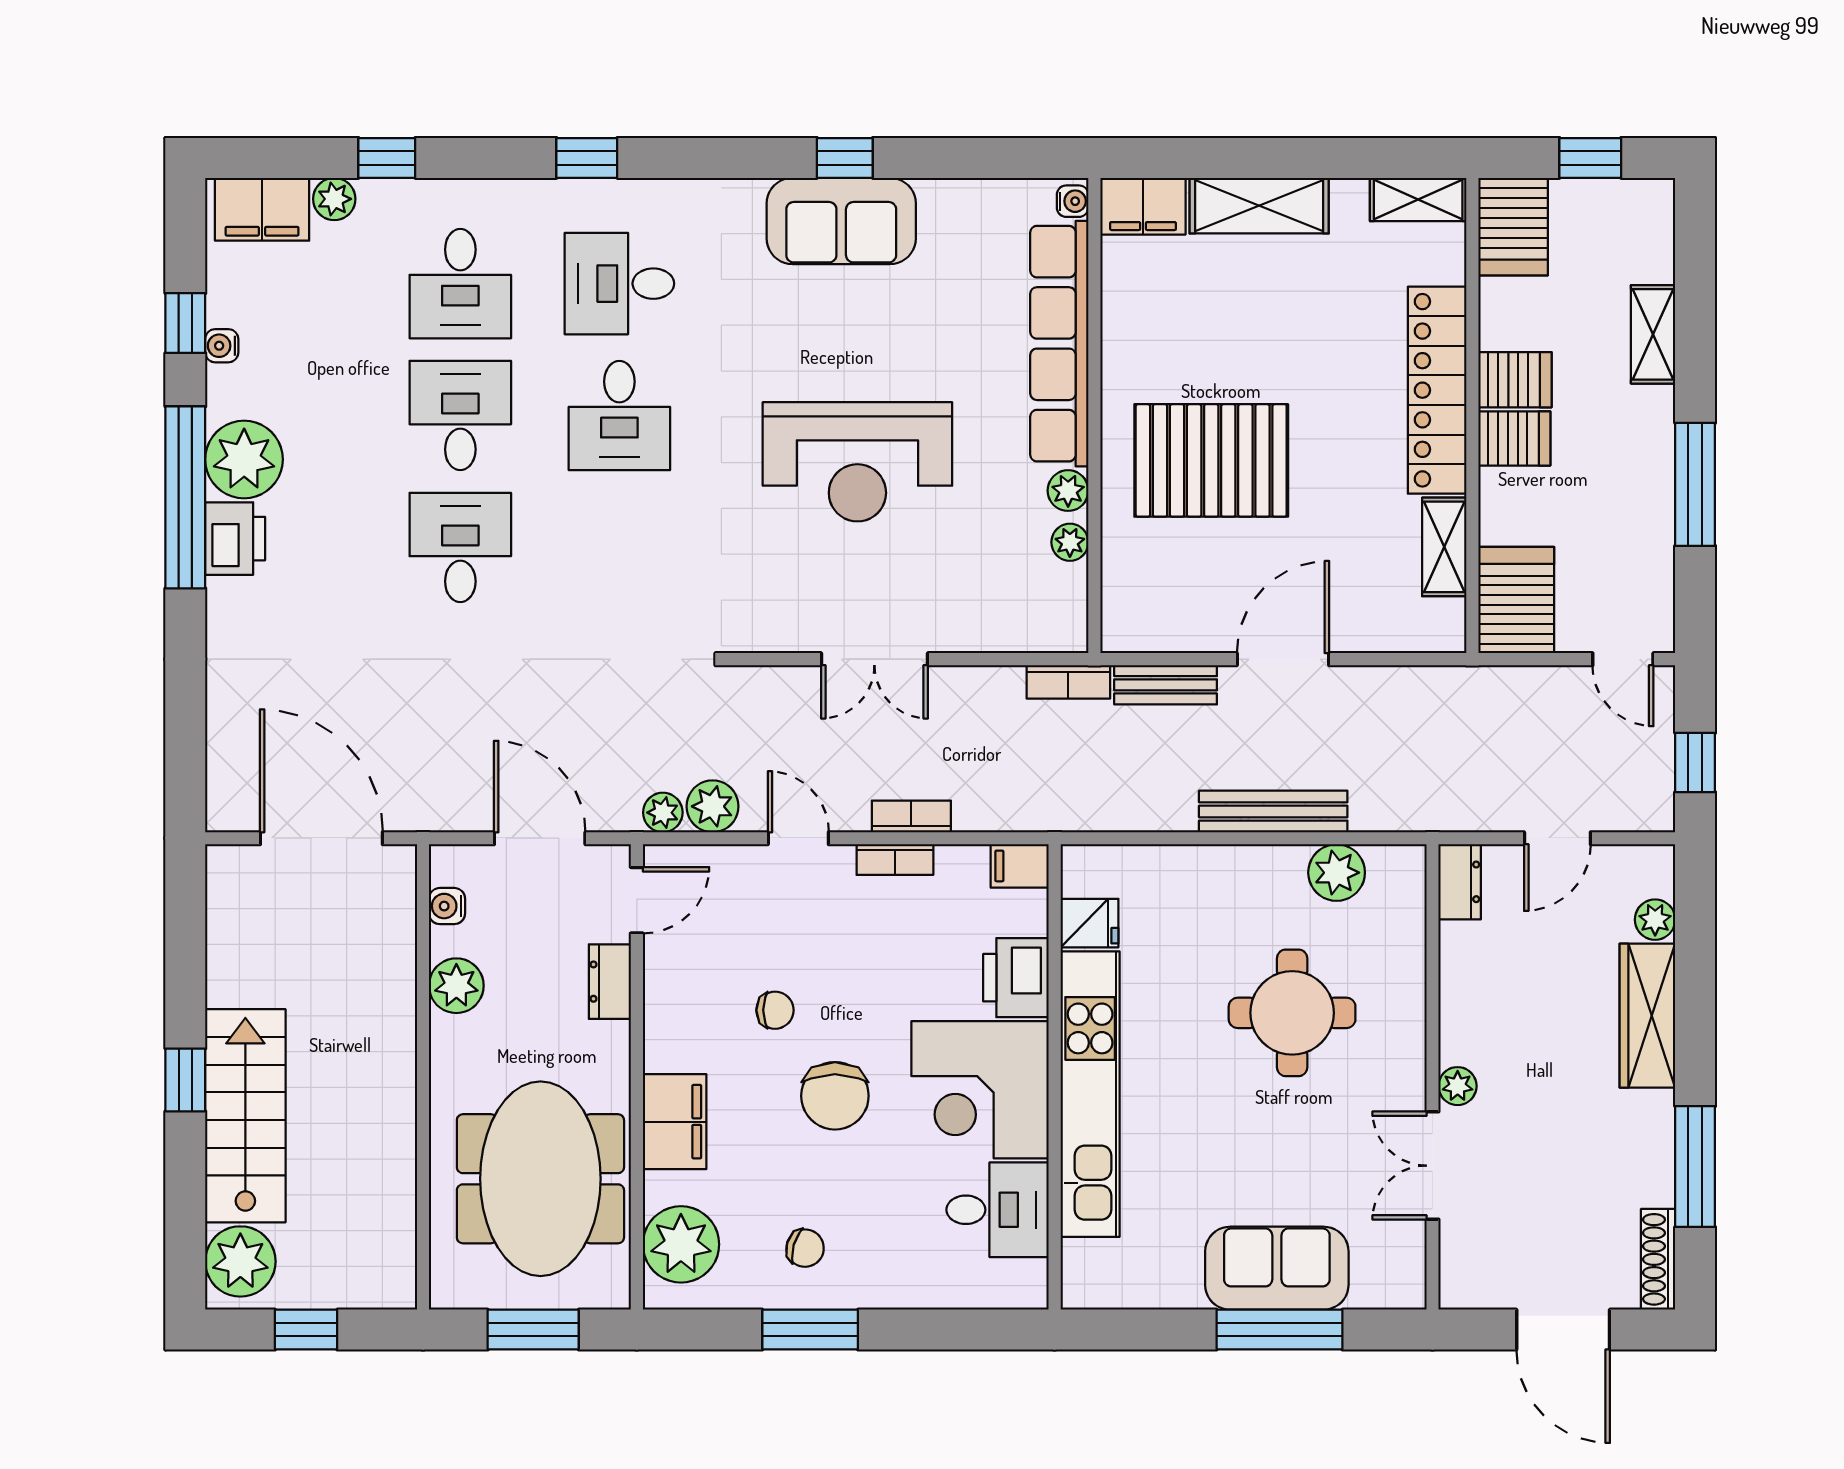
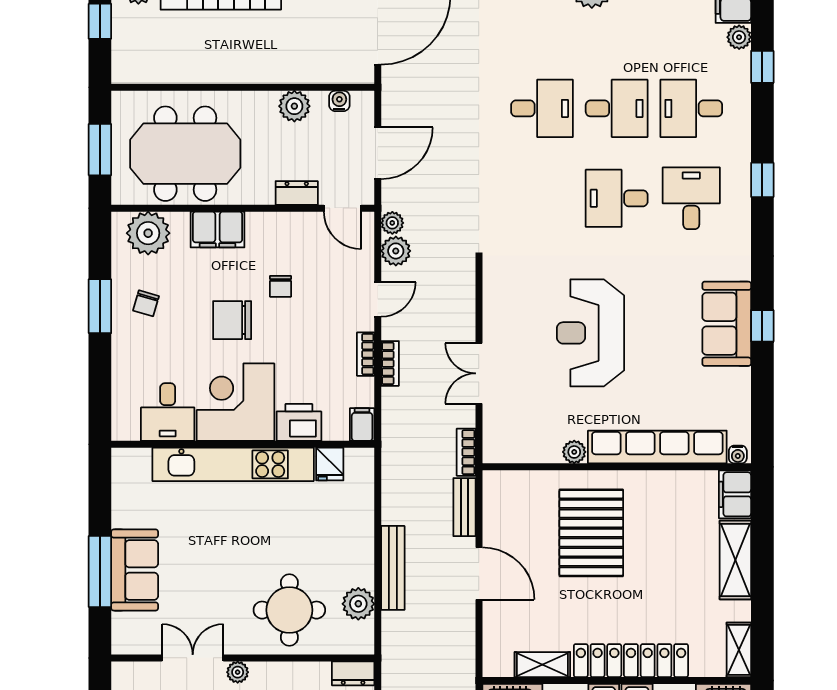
plant: (1070, 542) -> (545, 453), removed
double door: (874, 659) -> (479, 373), moved
round table: (1292, 1013) -> (289, 610), moved

